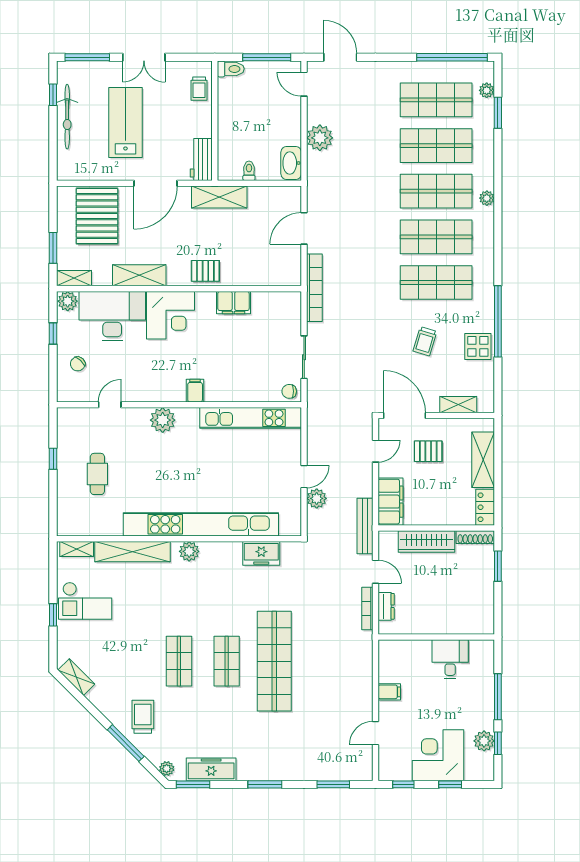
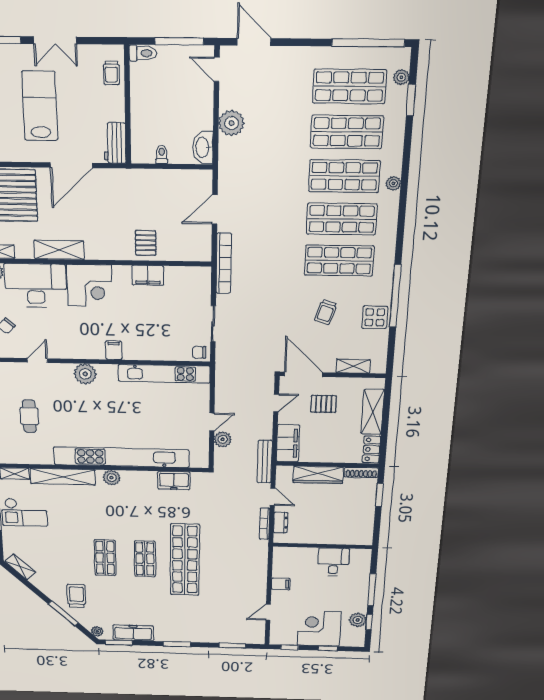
shelving: (219, 197) -> (133, 179), removed
pallet: (205, 271) -> (146, 243), moved, turned 90

